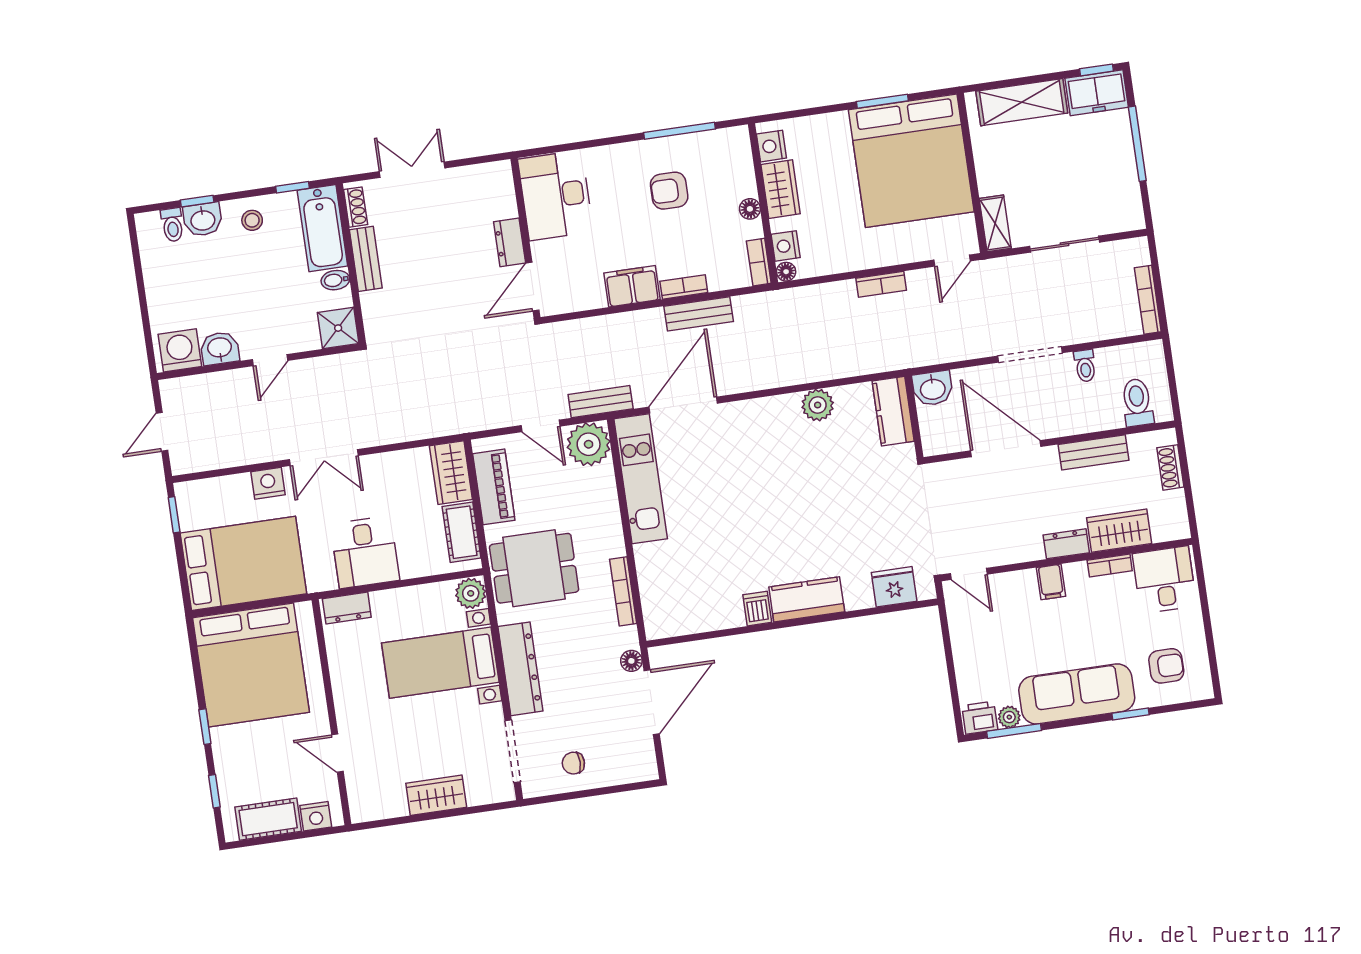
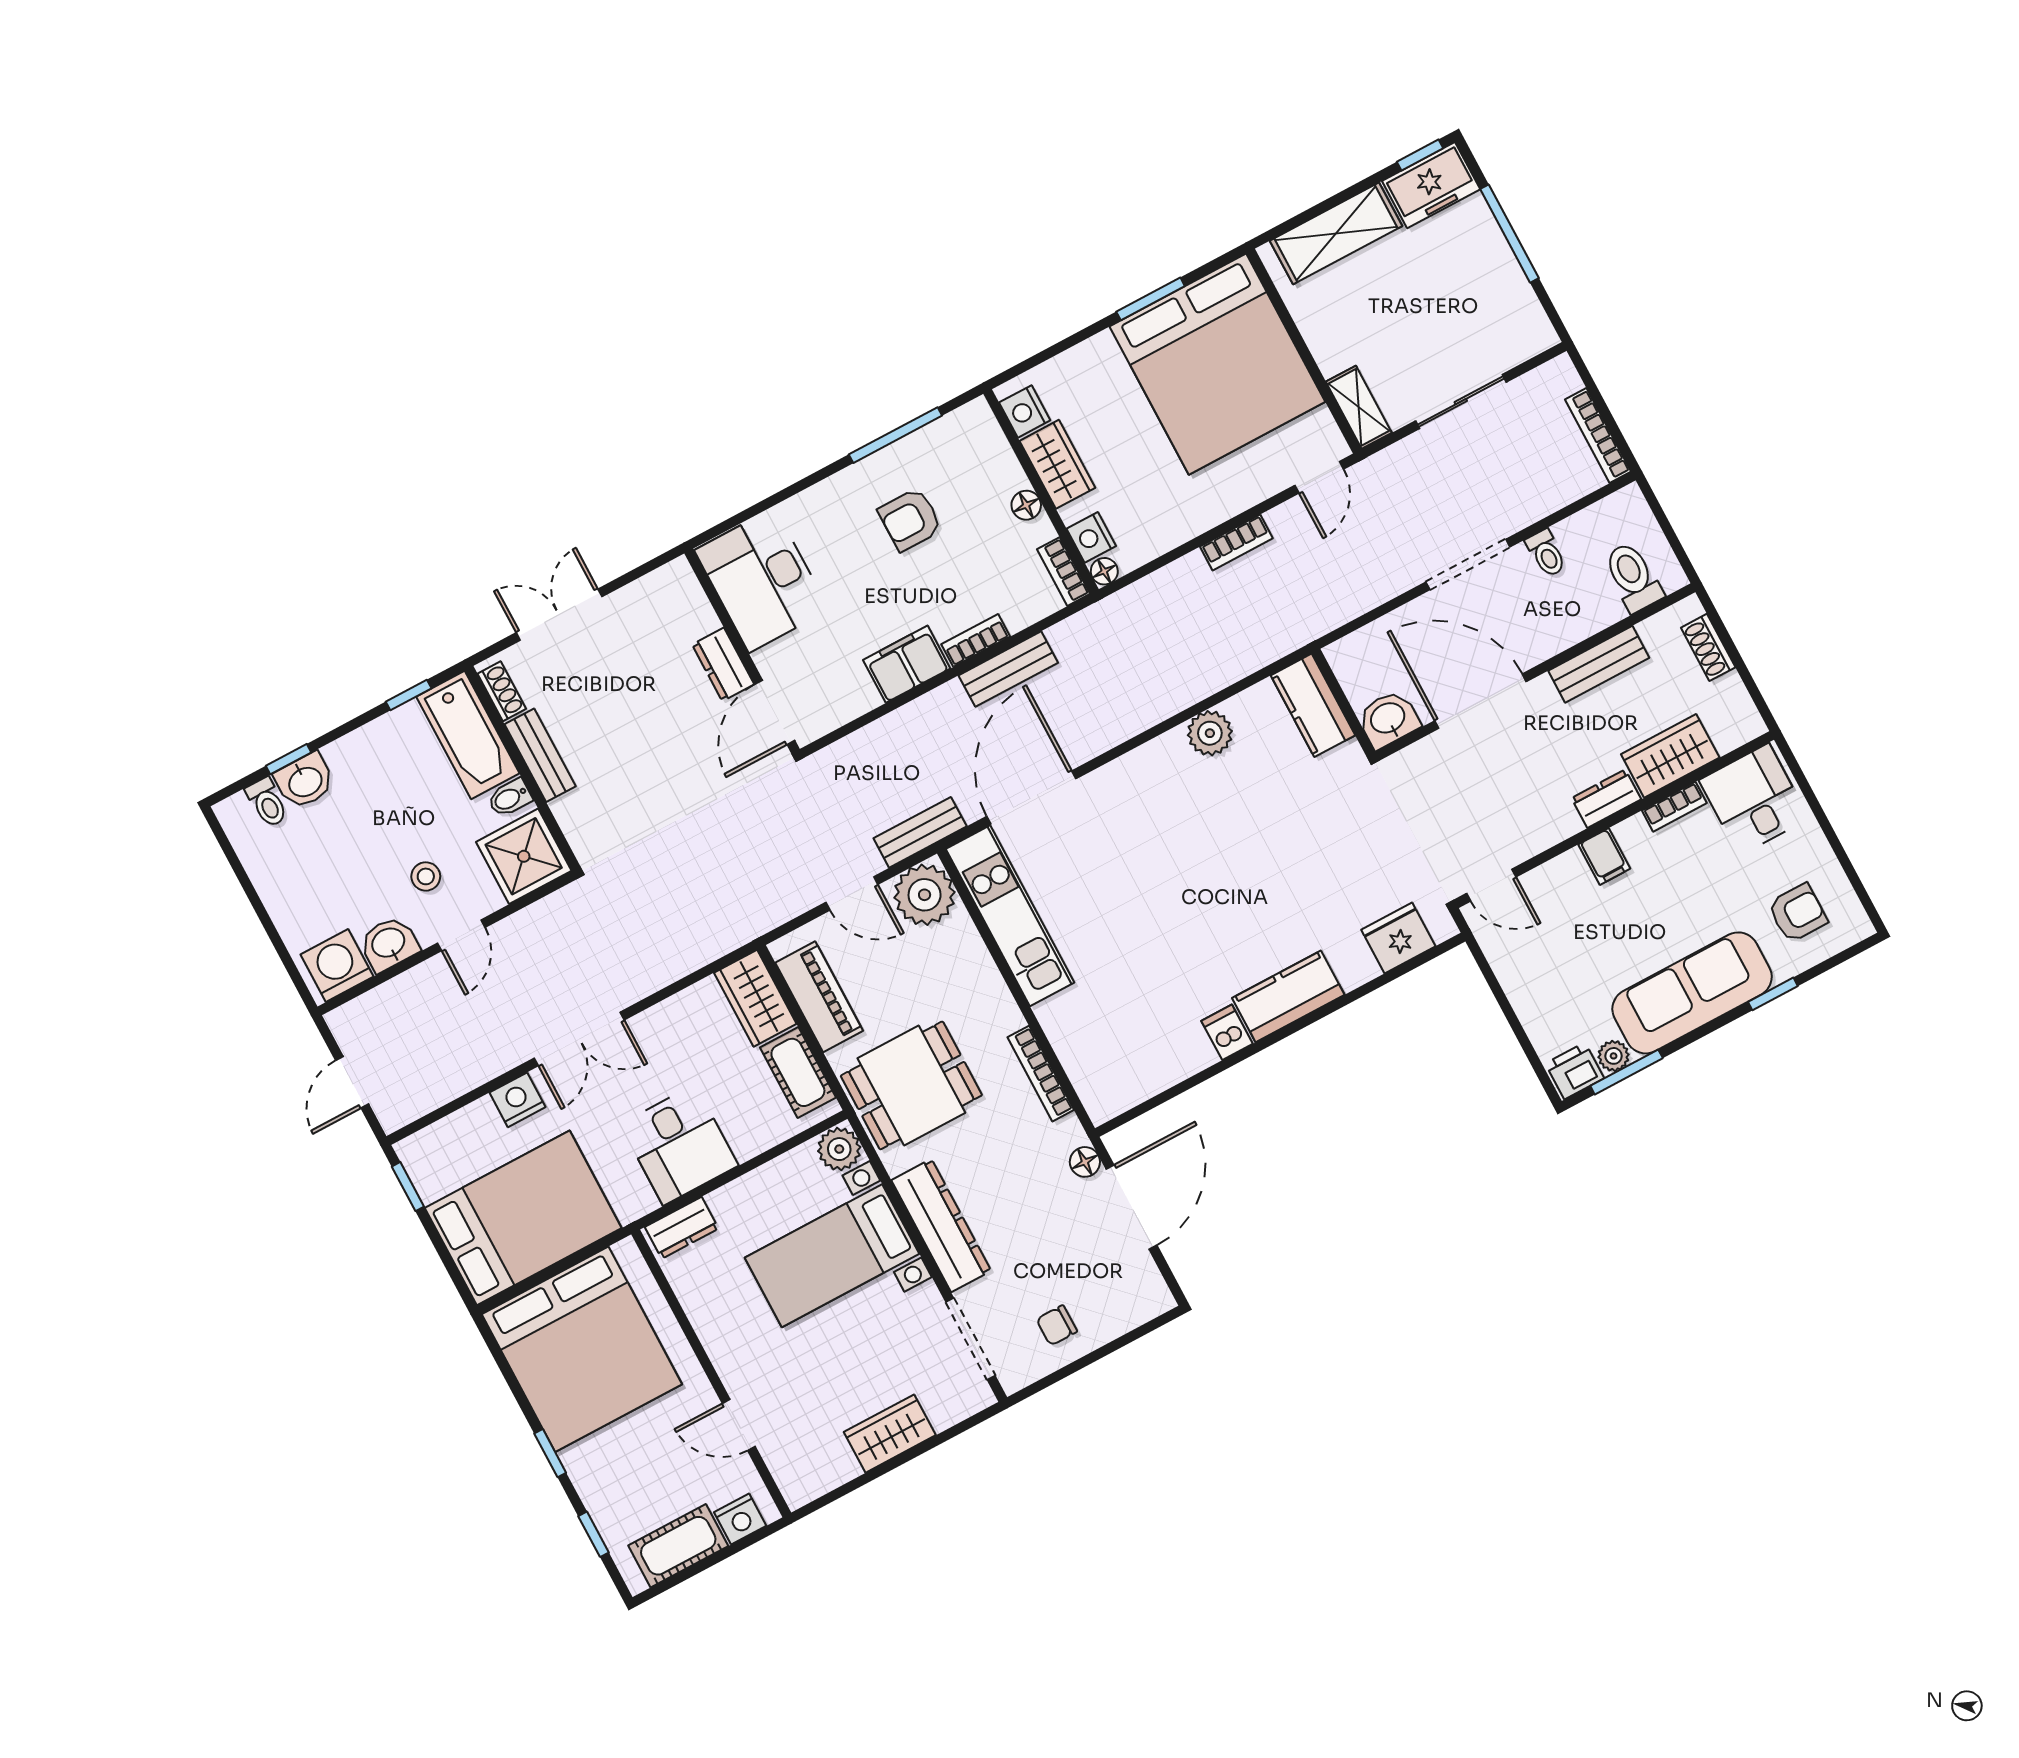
stool: (252, 220) -> (426, 876), moved
shower: (338, 328) -> (524, 856), width x1.36, depth x1.36
washbasin: (933, 388) -> (1388, 719), moved, turned 180

